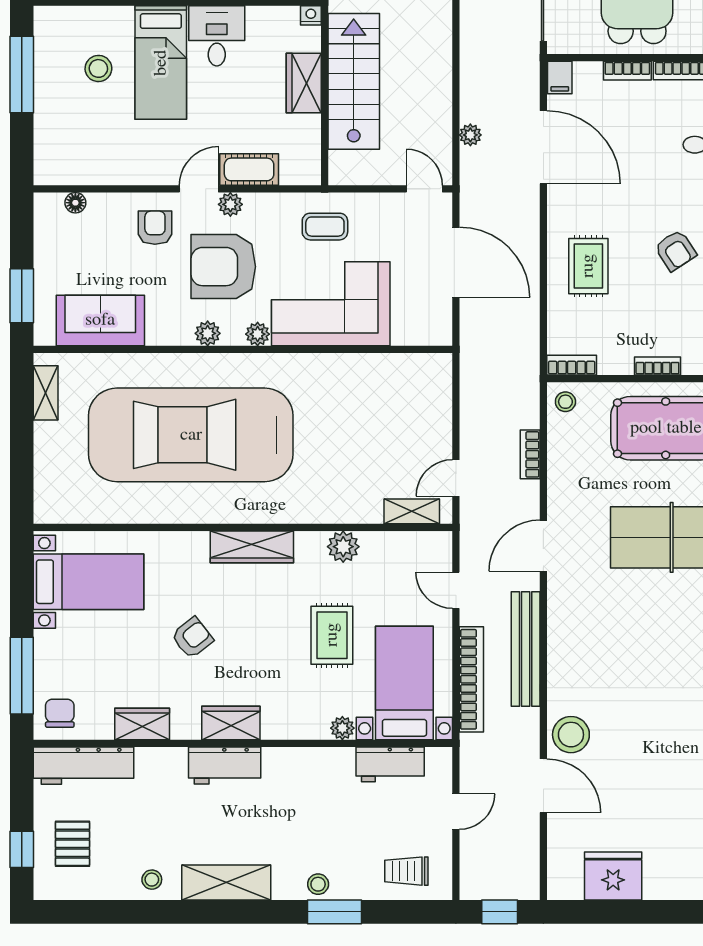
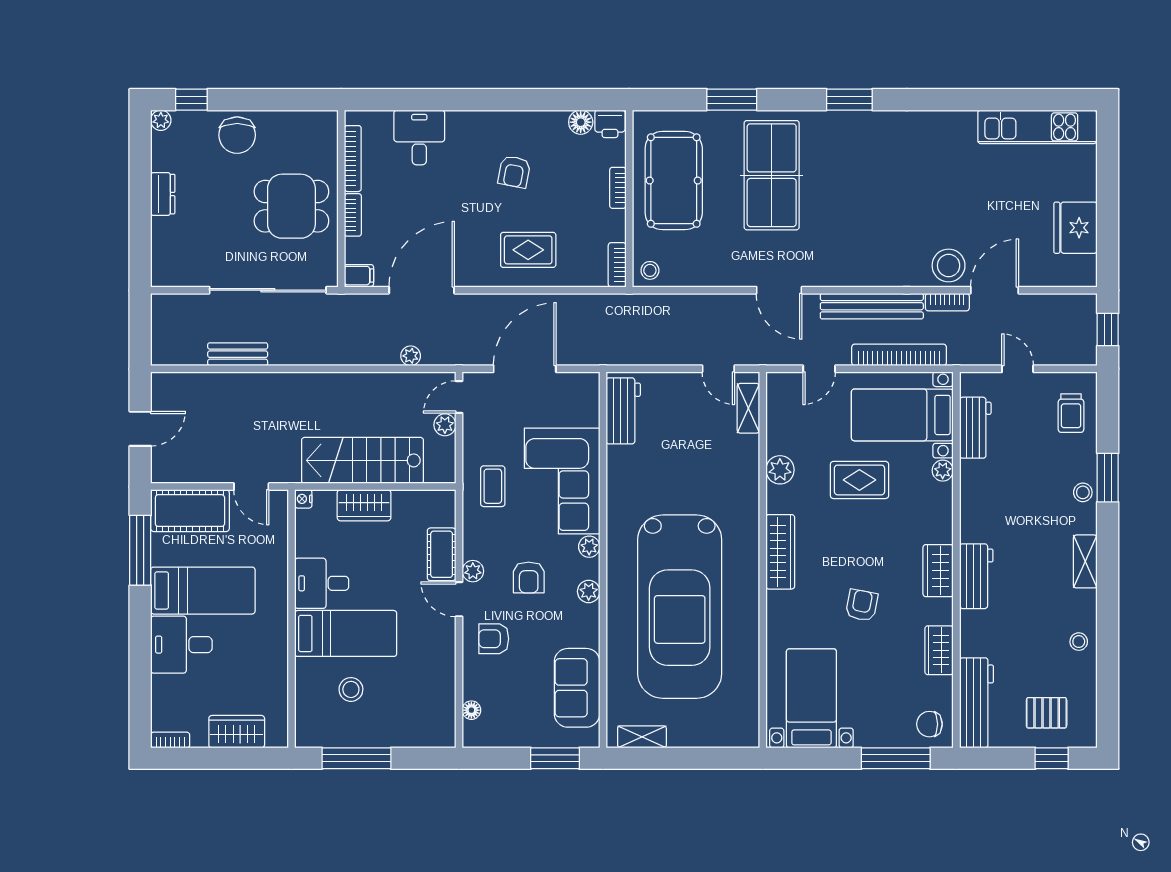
plant: (393, 173) -> (445, 425), added
armchair: (675, 250) -> (514, 172), turned 134
armchair: (223, 267) -> (529, 577), width x0.53, depth x0.53
workbench: (409, 372) -> (623, 411), added
bookcase: (530, 454) -> (947, 302), moved
armchair: (192, 638) -> (862, 605), turned 49
shelving: (226, 883) -> (1085, 561), width x0.67, depth x0.75

